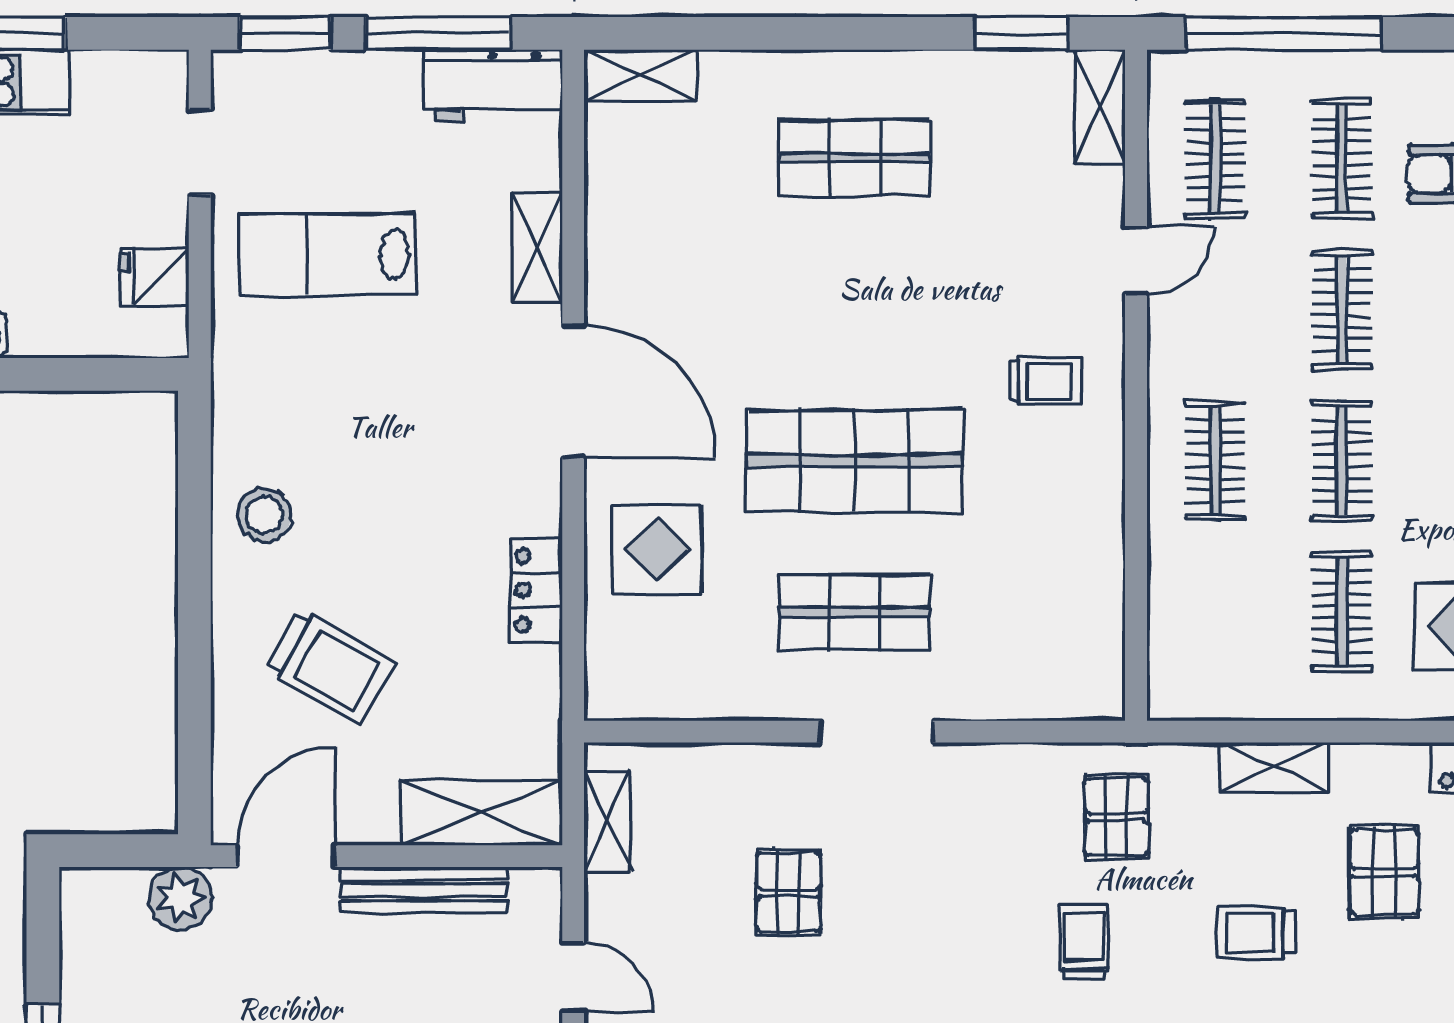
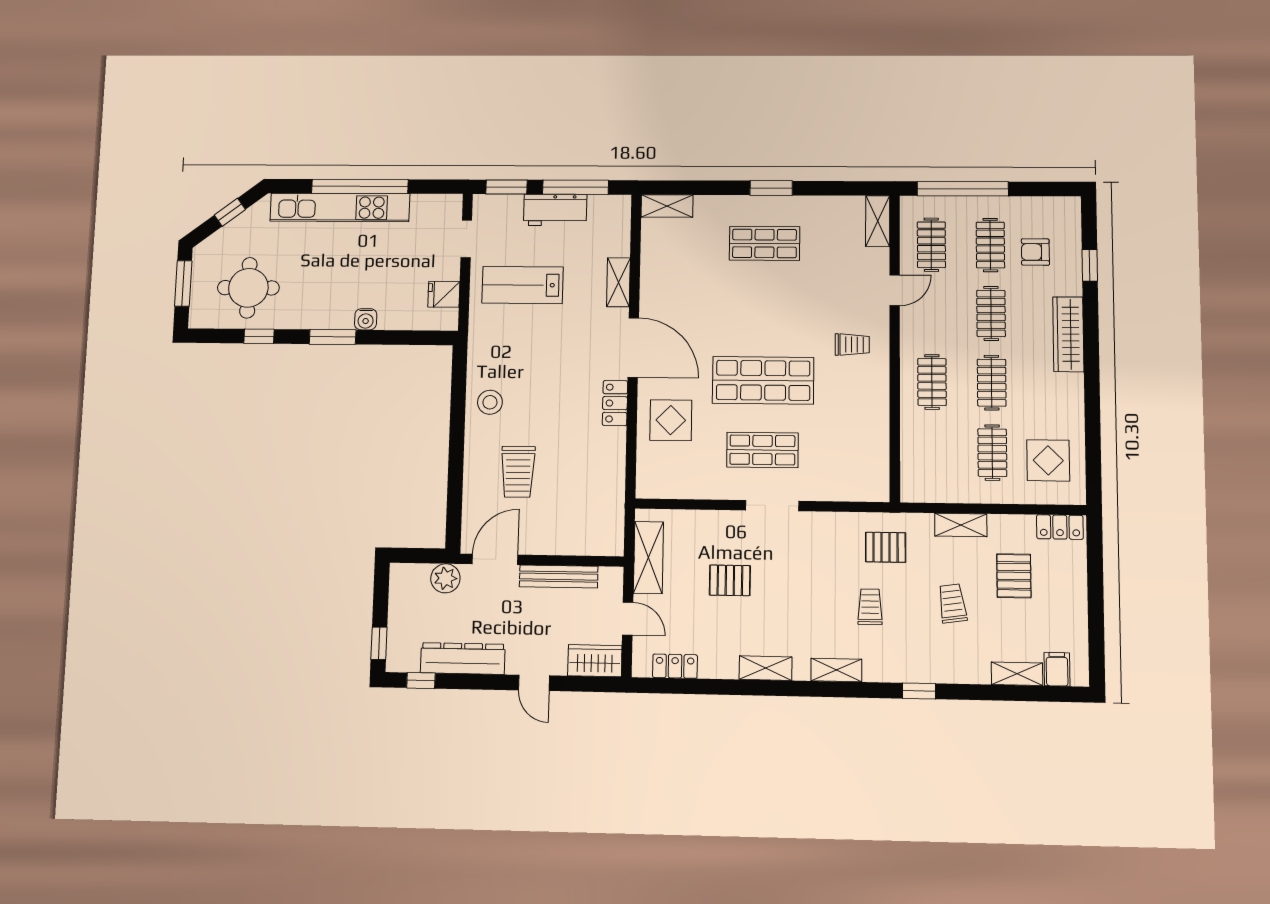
window: (1021, 33) -> (771, 188), moved
workbench: (493, 85) -> (555, 210), moved
locker: (536, 590) -> (615, 403), moved
trolley: (330, 667) -> (518, 472), turned 60
shelving: (481, 813) -> (586, 541), removed
pallet: (1116, 817) -> (886, 547), turned 90
shelving: (607, 821) -> (648, 558), width x1.50, depth x1.33
pallet: (788, 892) -> (730, 580), turned 90
trolley: (1256, 932) -> (952, 603), turned 82

